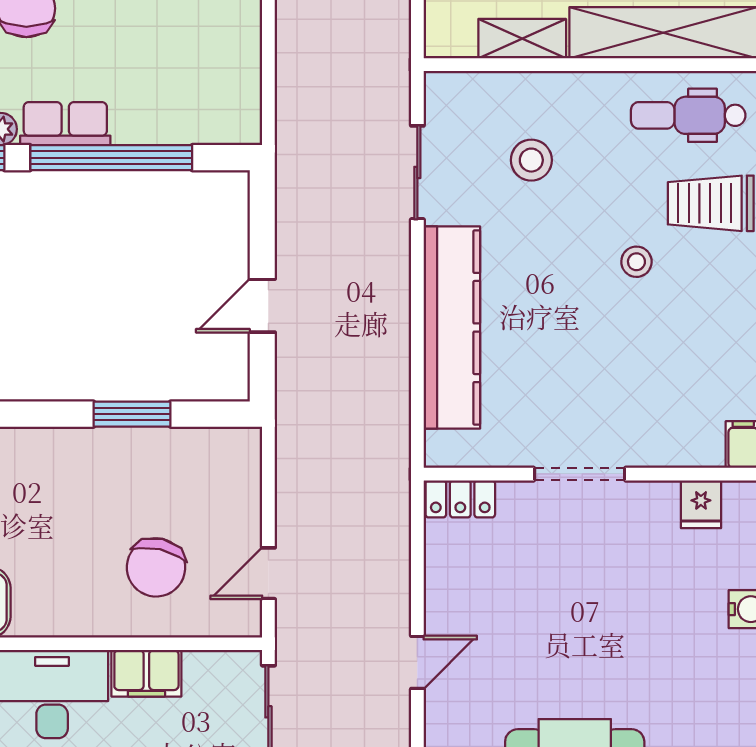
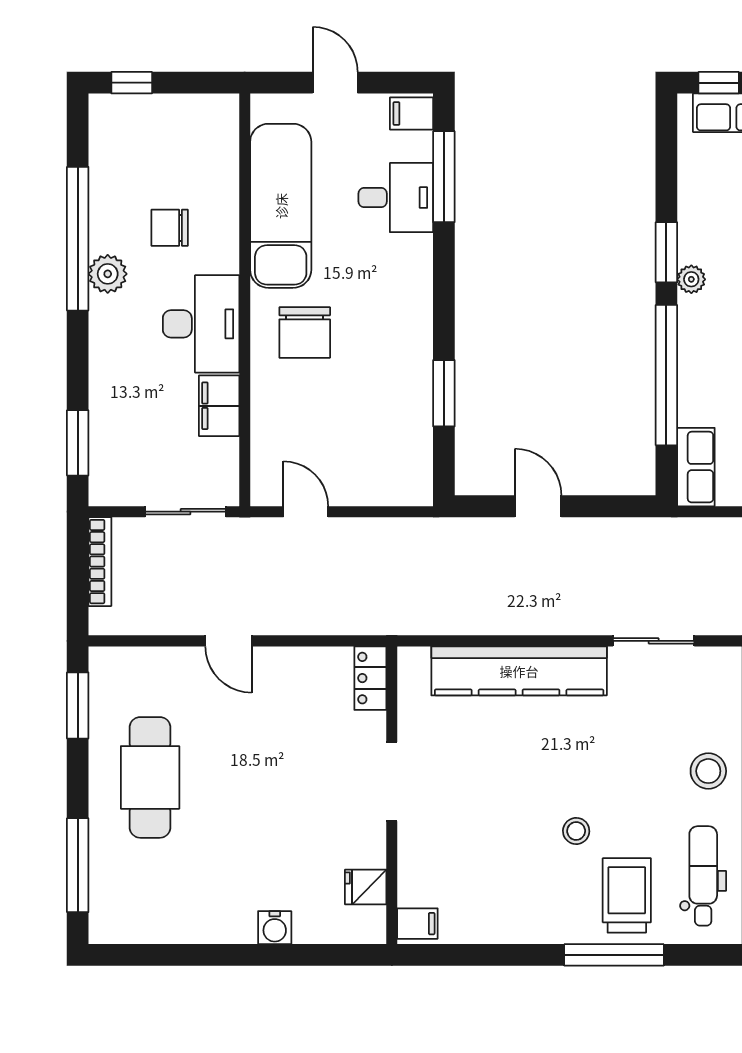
row of seats: (65, 124) -> (696, 467), moved
stool: (531, 160) -> (708, 771), moved
chair: (156, 567) -> (305, 333), moved, turned -103

